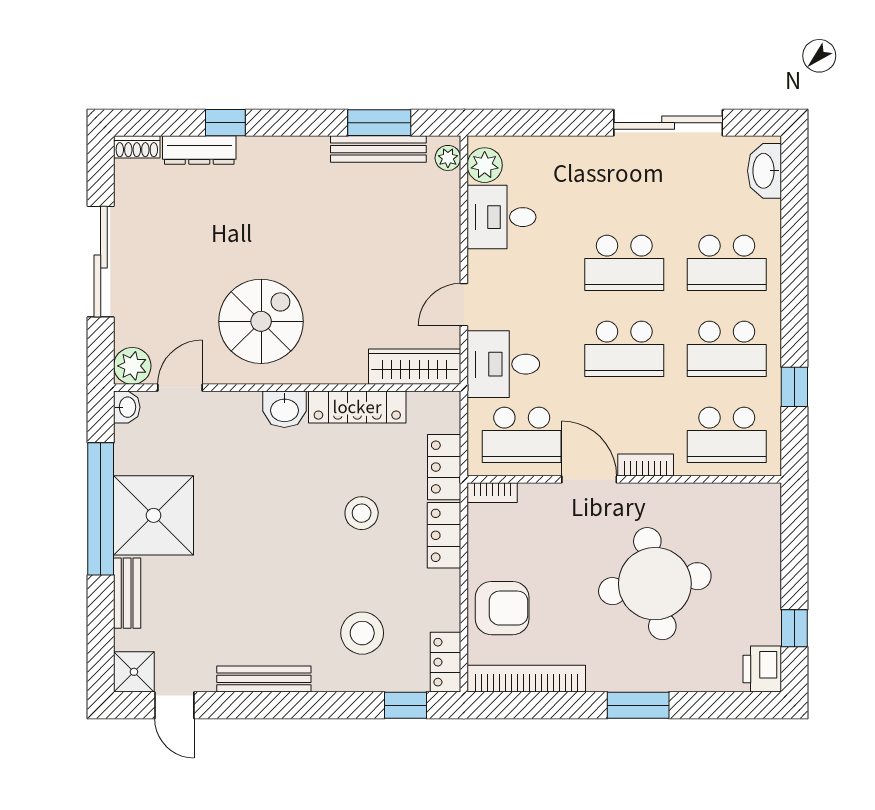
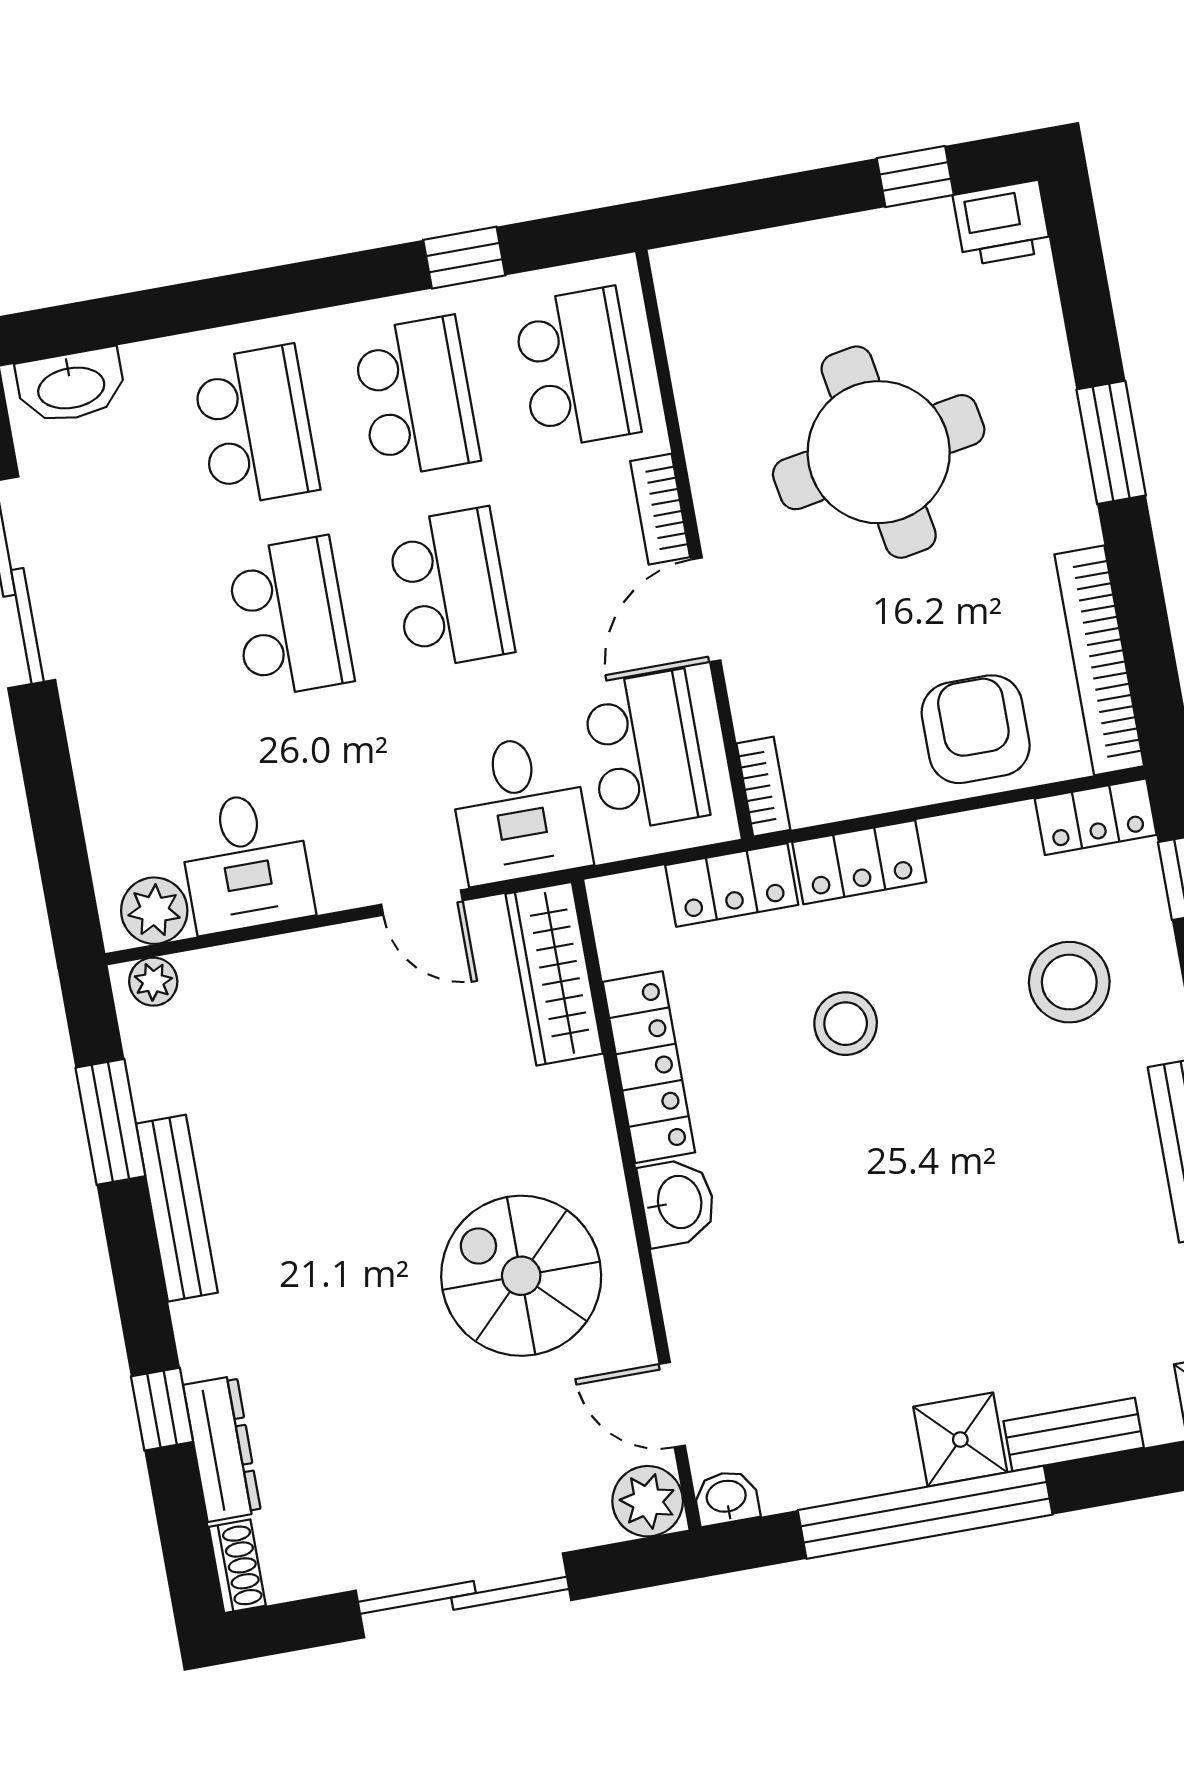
bench: (378, 149) -> (177, 1208), moved
shower: (154, 515) -> (960, 1440), width x0.54, depth x0.54

